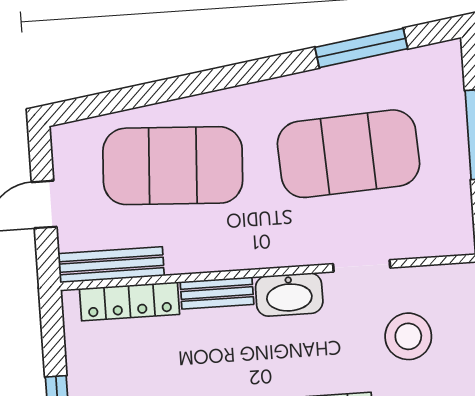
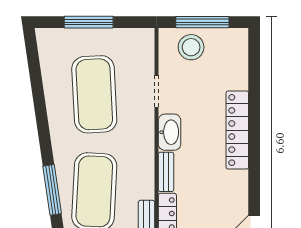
window: (361, 48) -> (52, 190), moved
stool: (408, 336) -> (191, 47), moved

